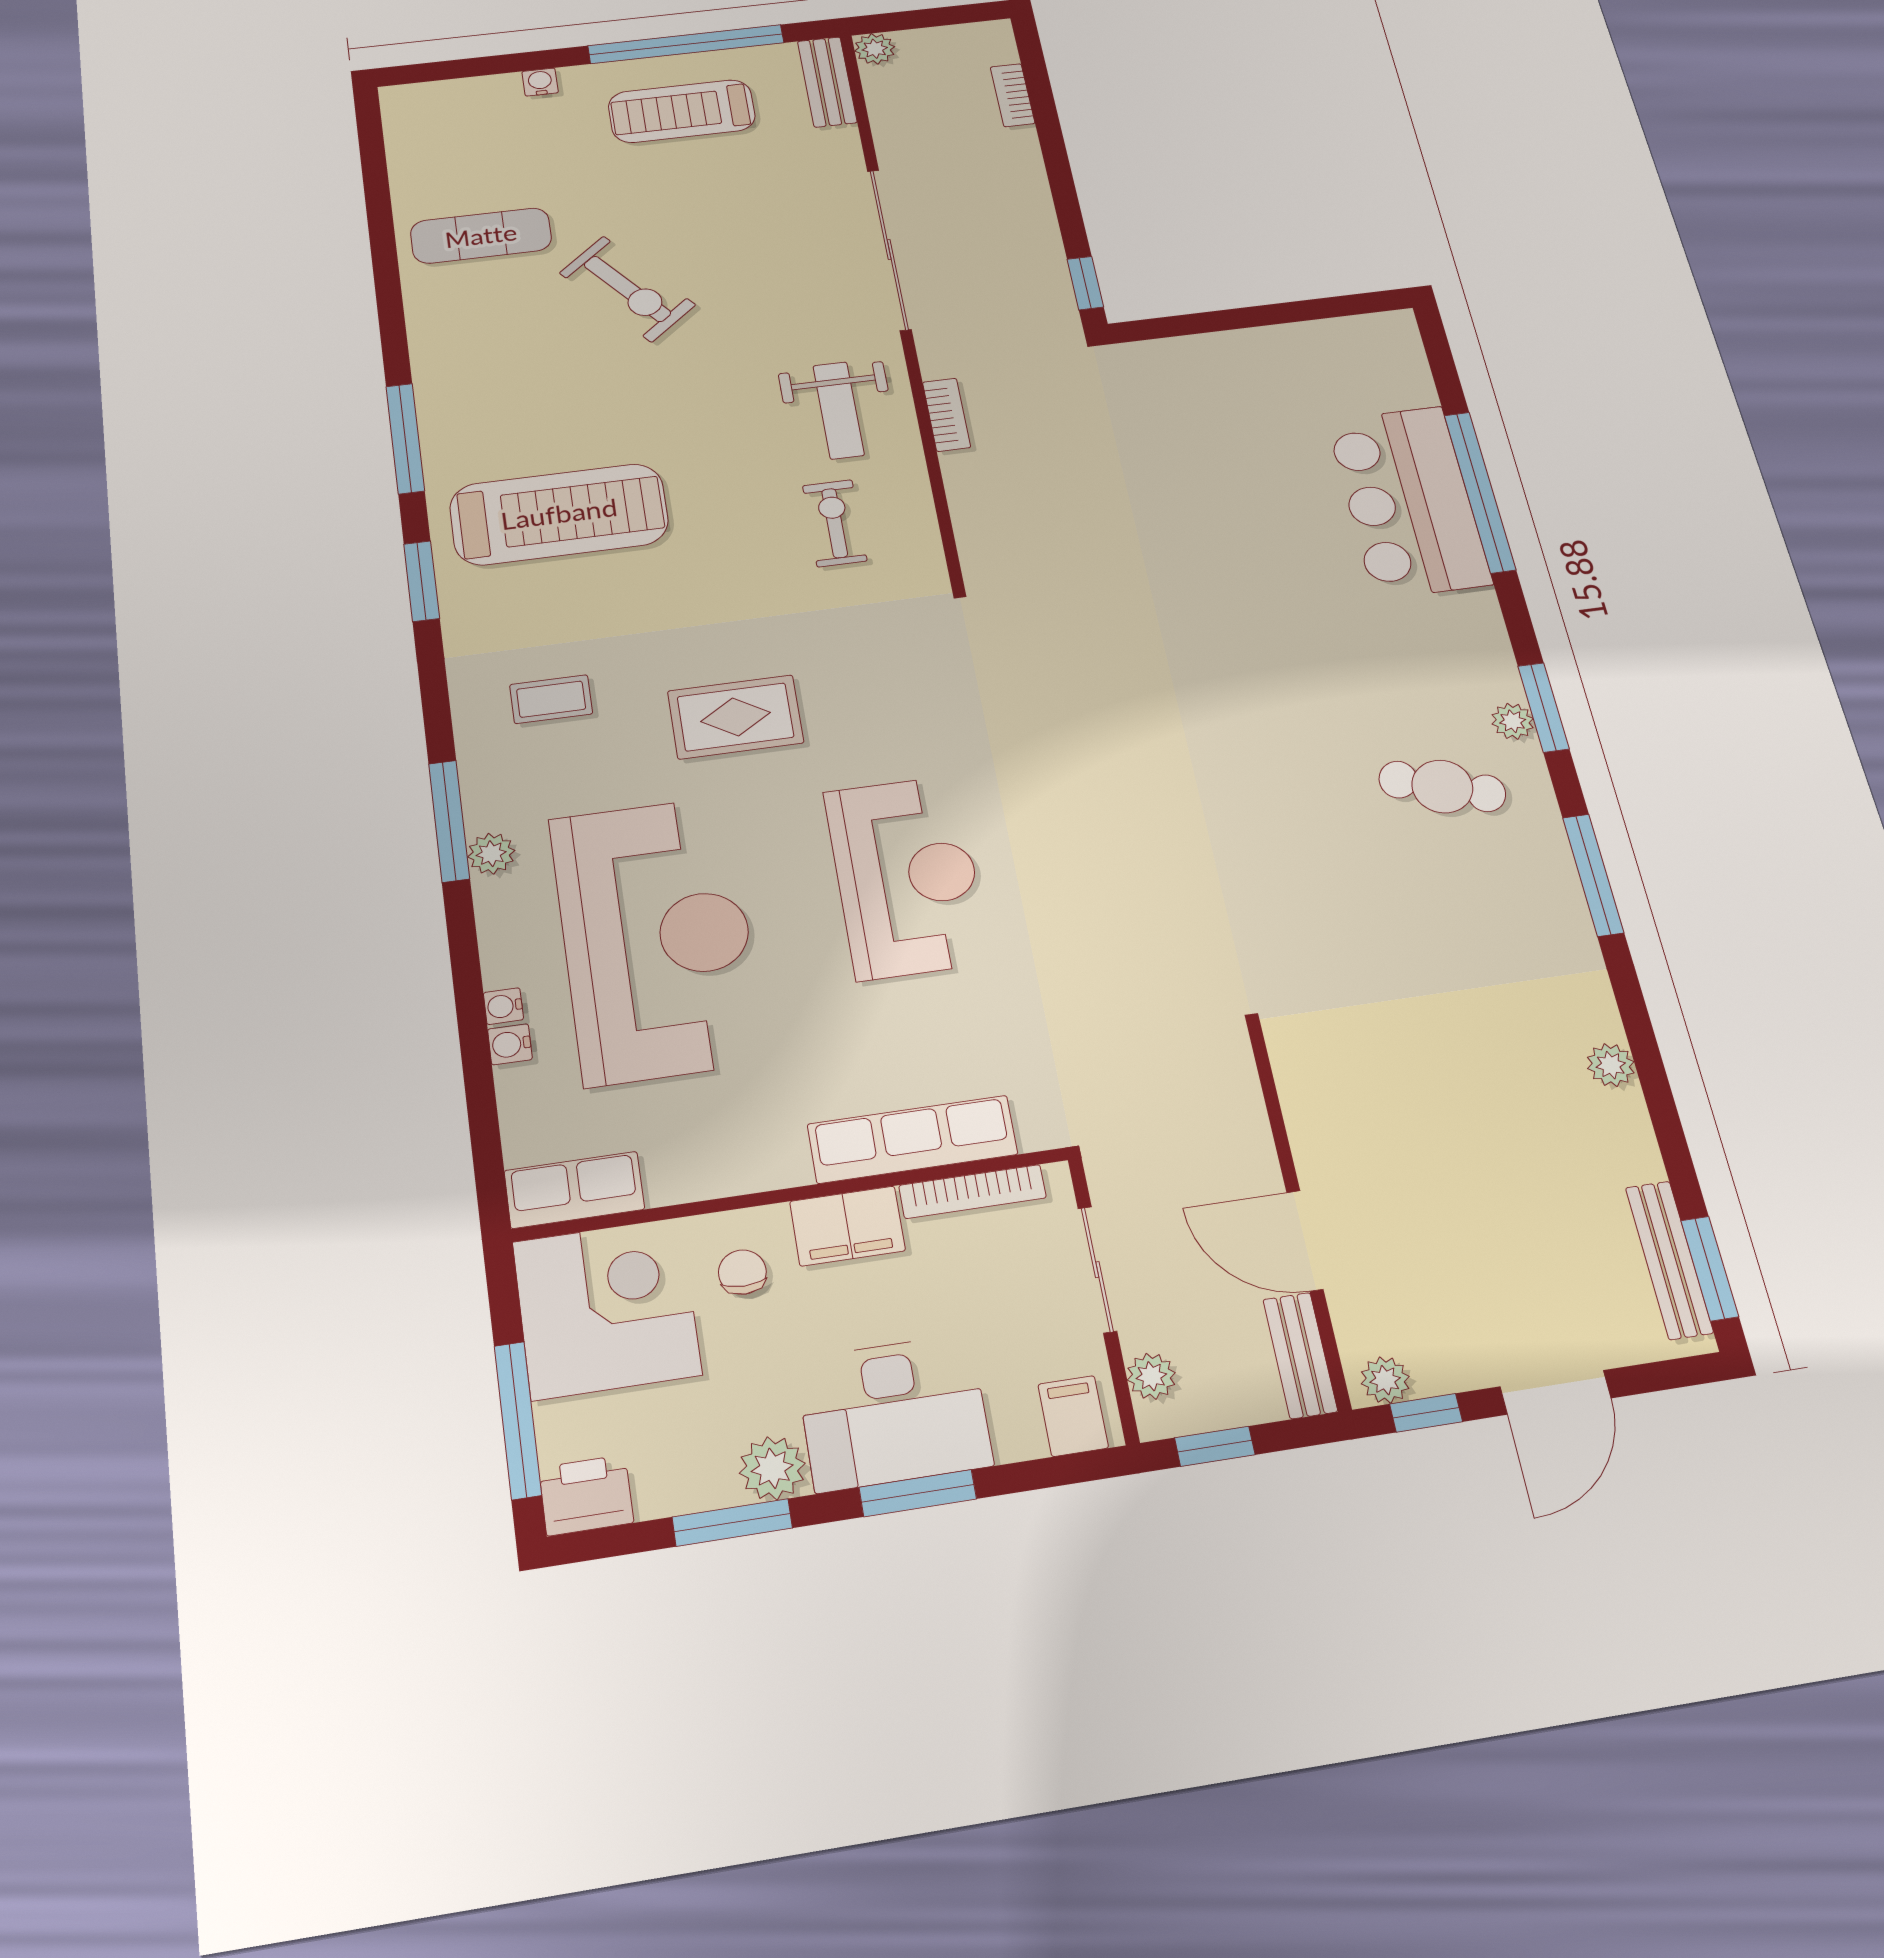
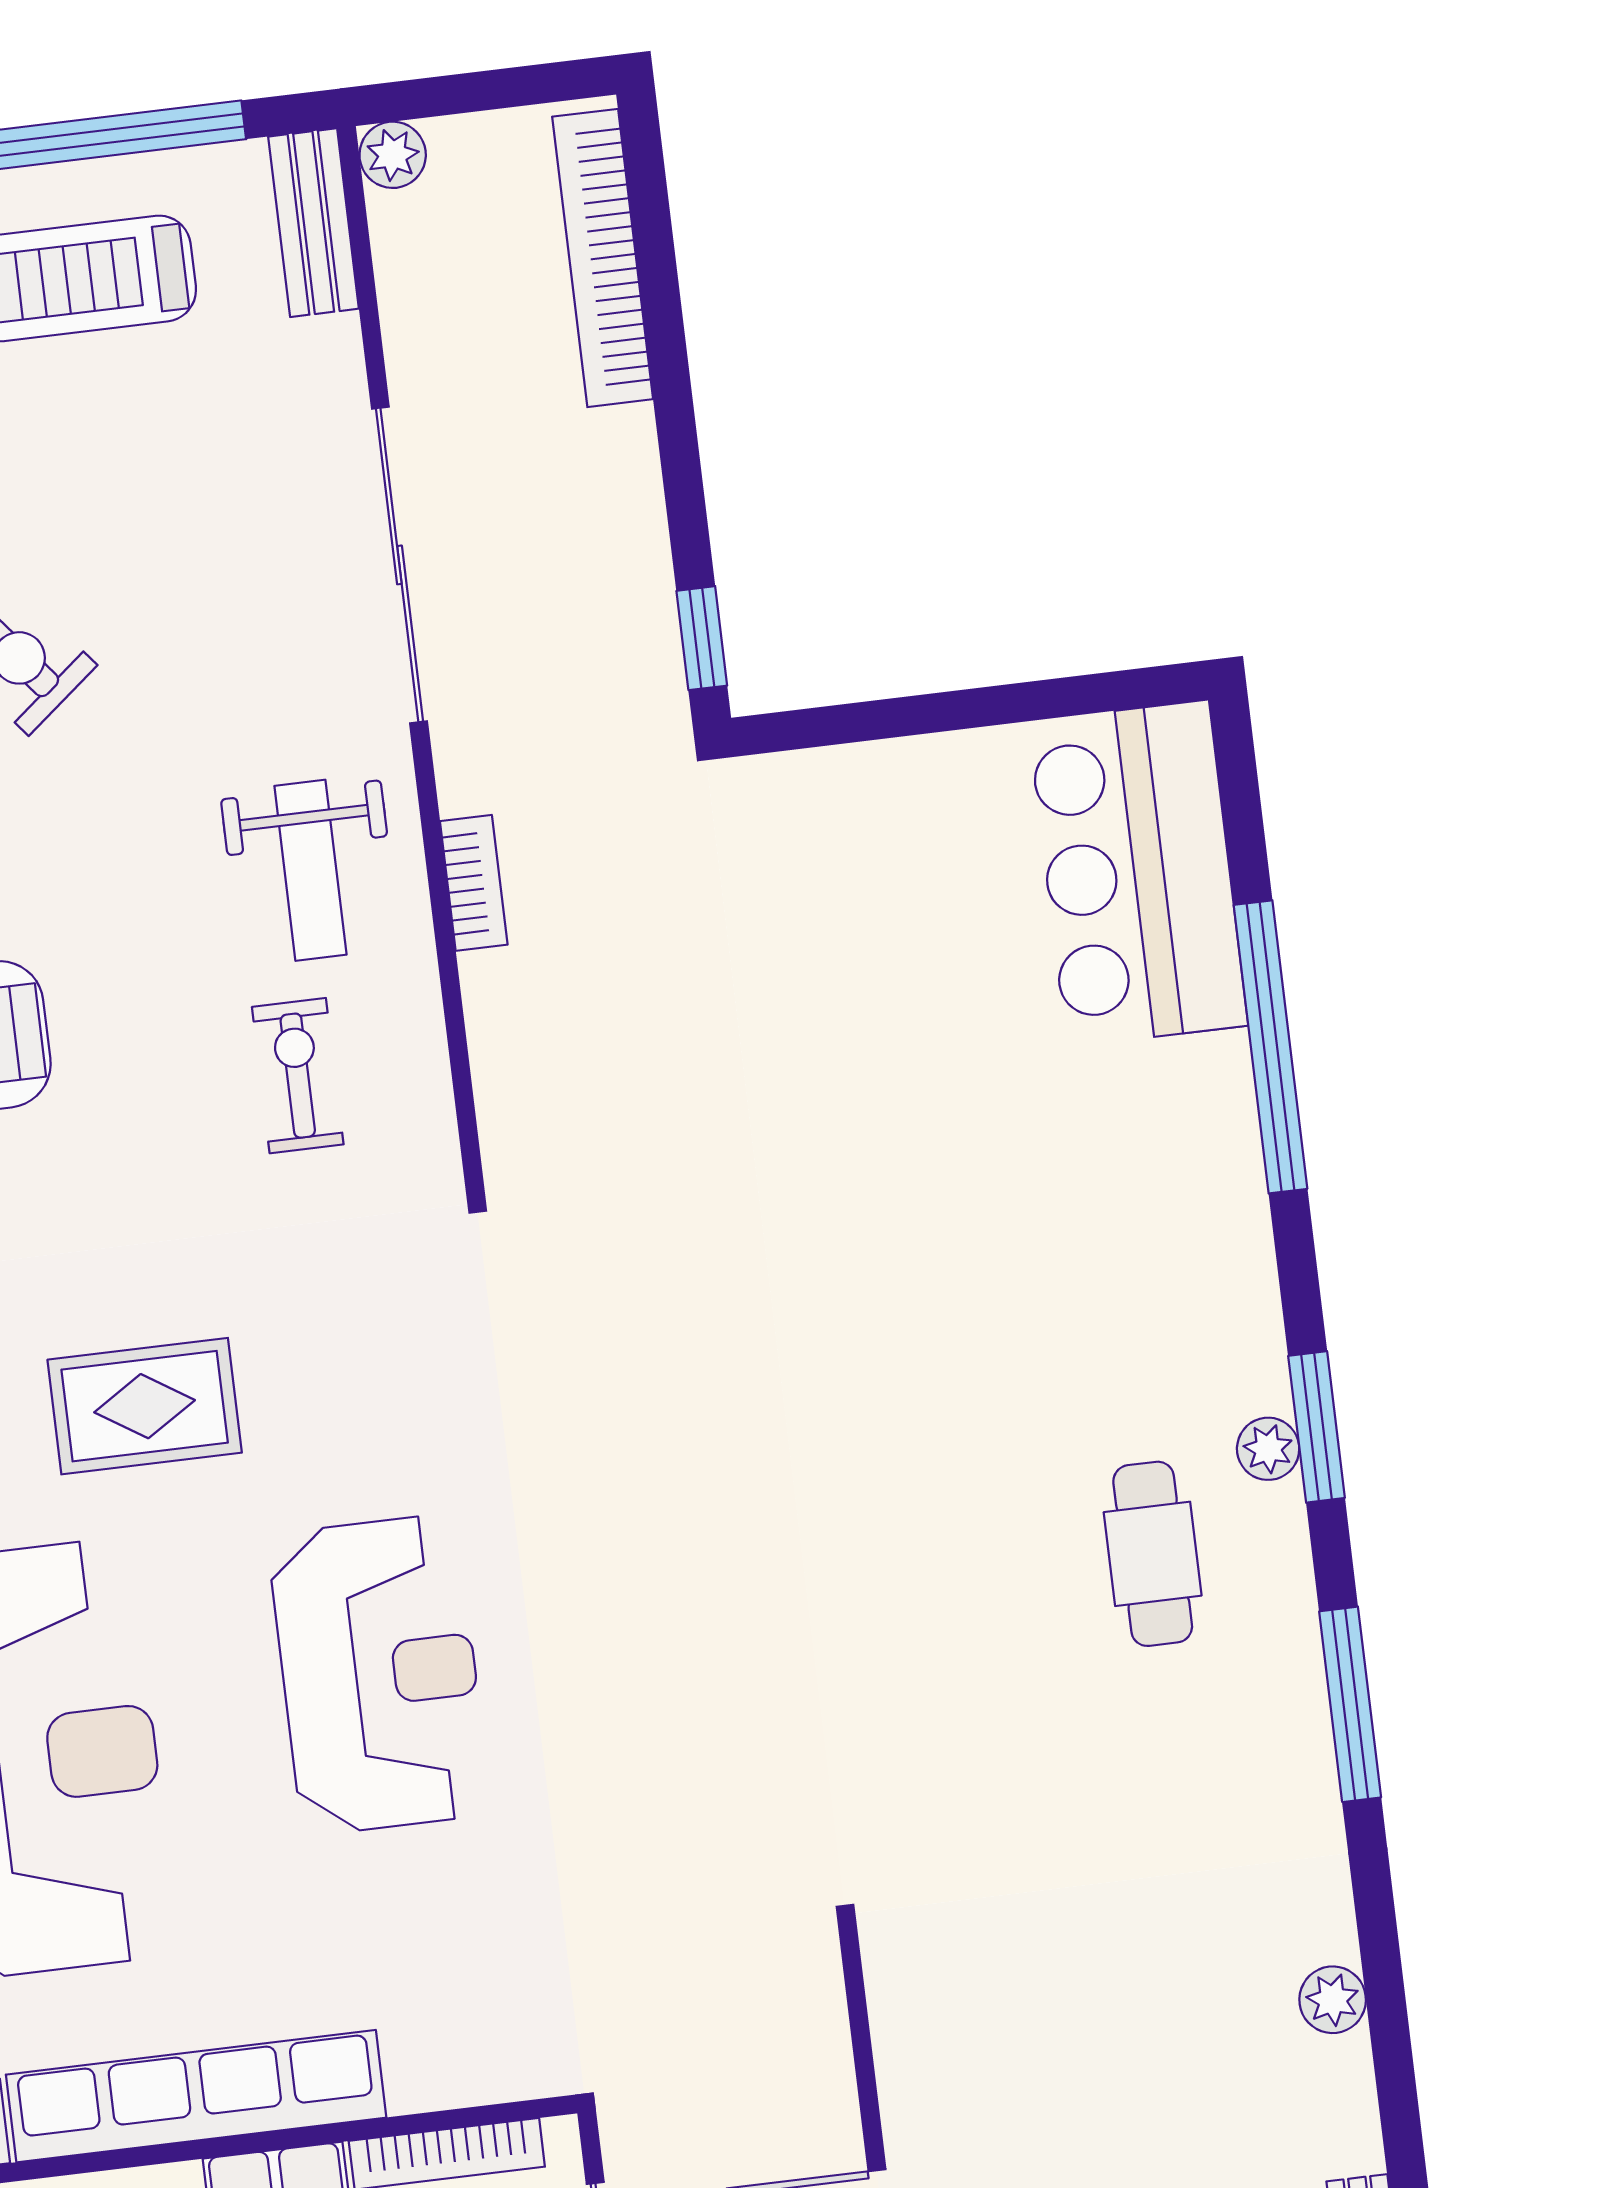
bookcase: (1013, 95) -> (603, 258), width x2.31, depth x1.31
bar counter: (1409, 502) -> (1138, 873), moved
cafe table: (1442, 786) -> (1153, 1554), turned 71
row of seats: (912, 1139) -> (196, 2096), moved, width x1.36

